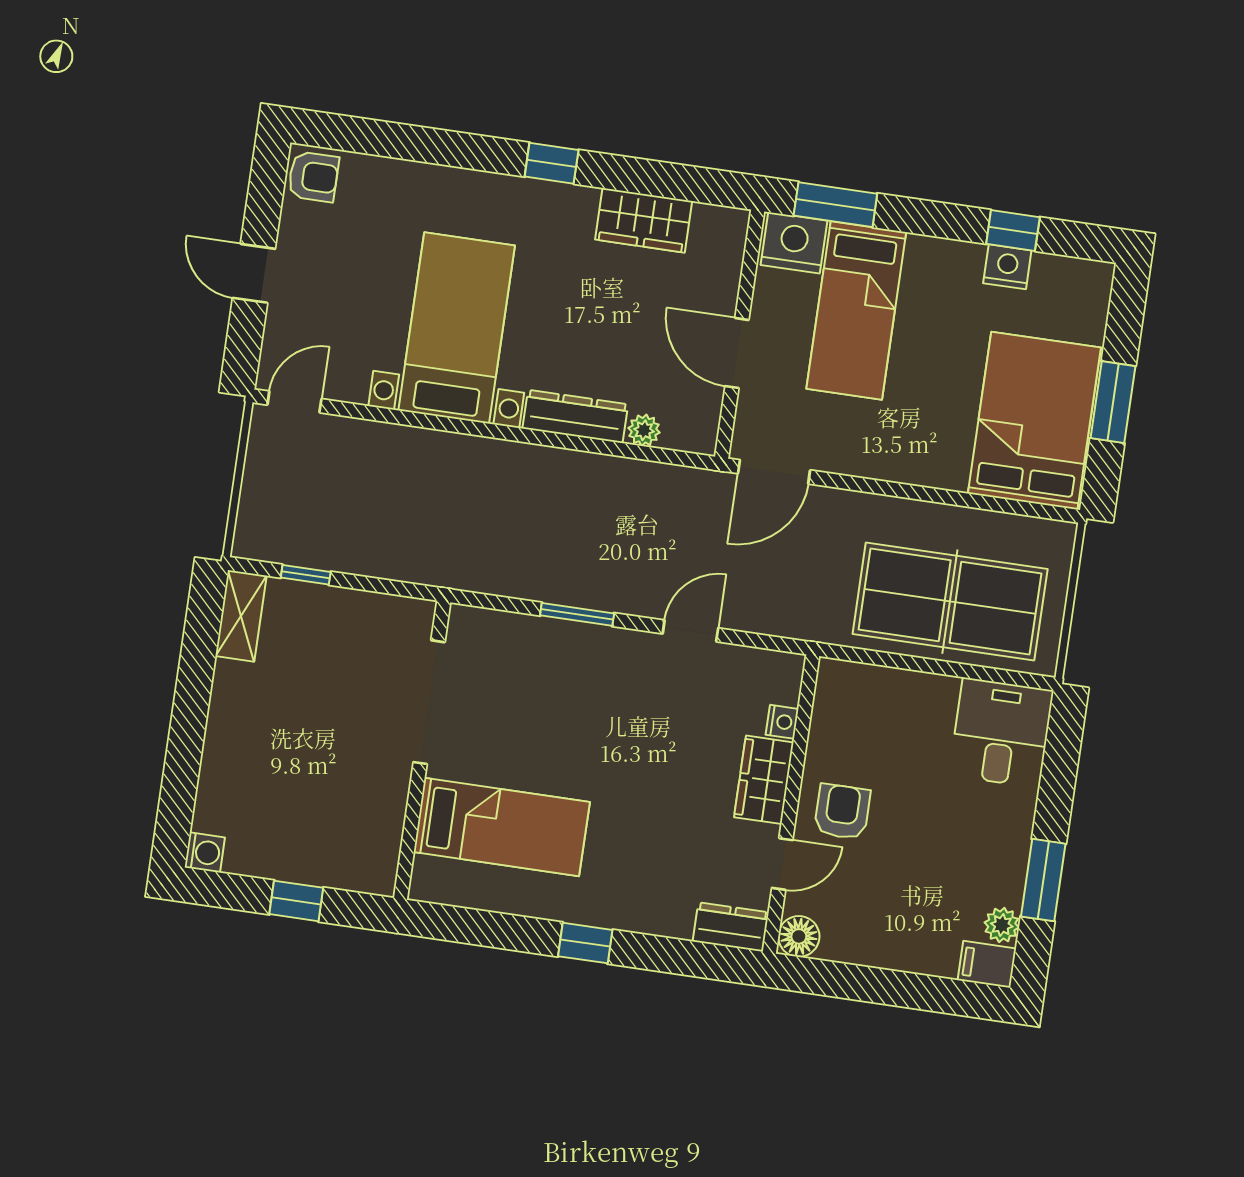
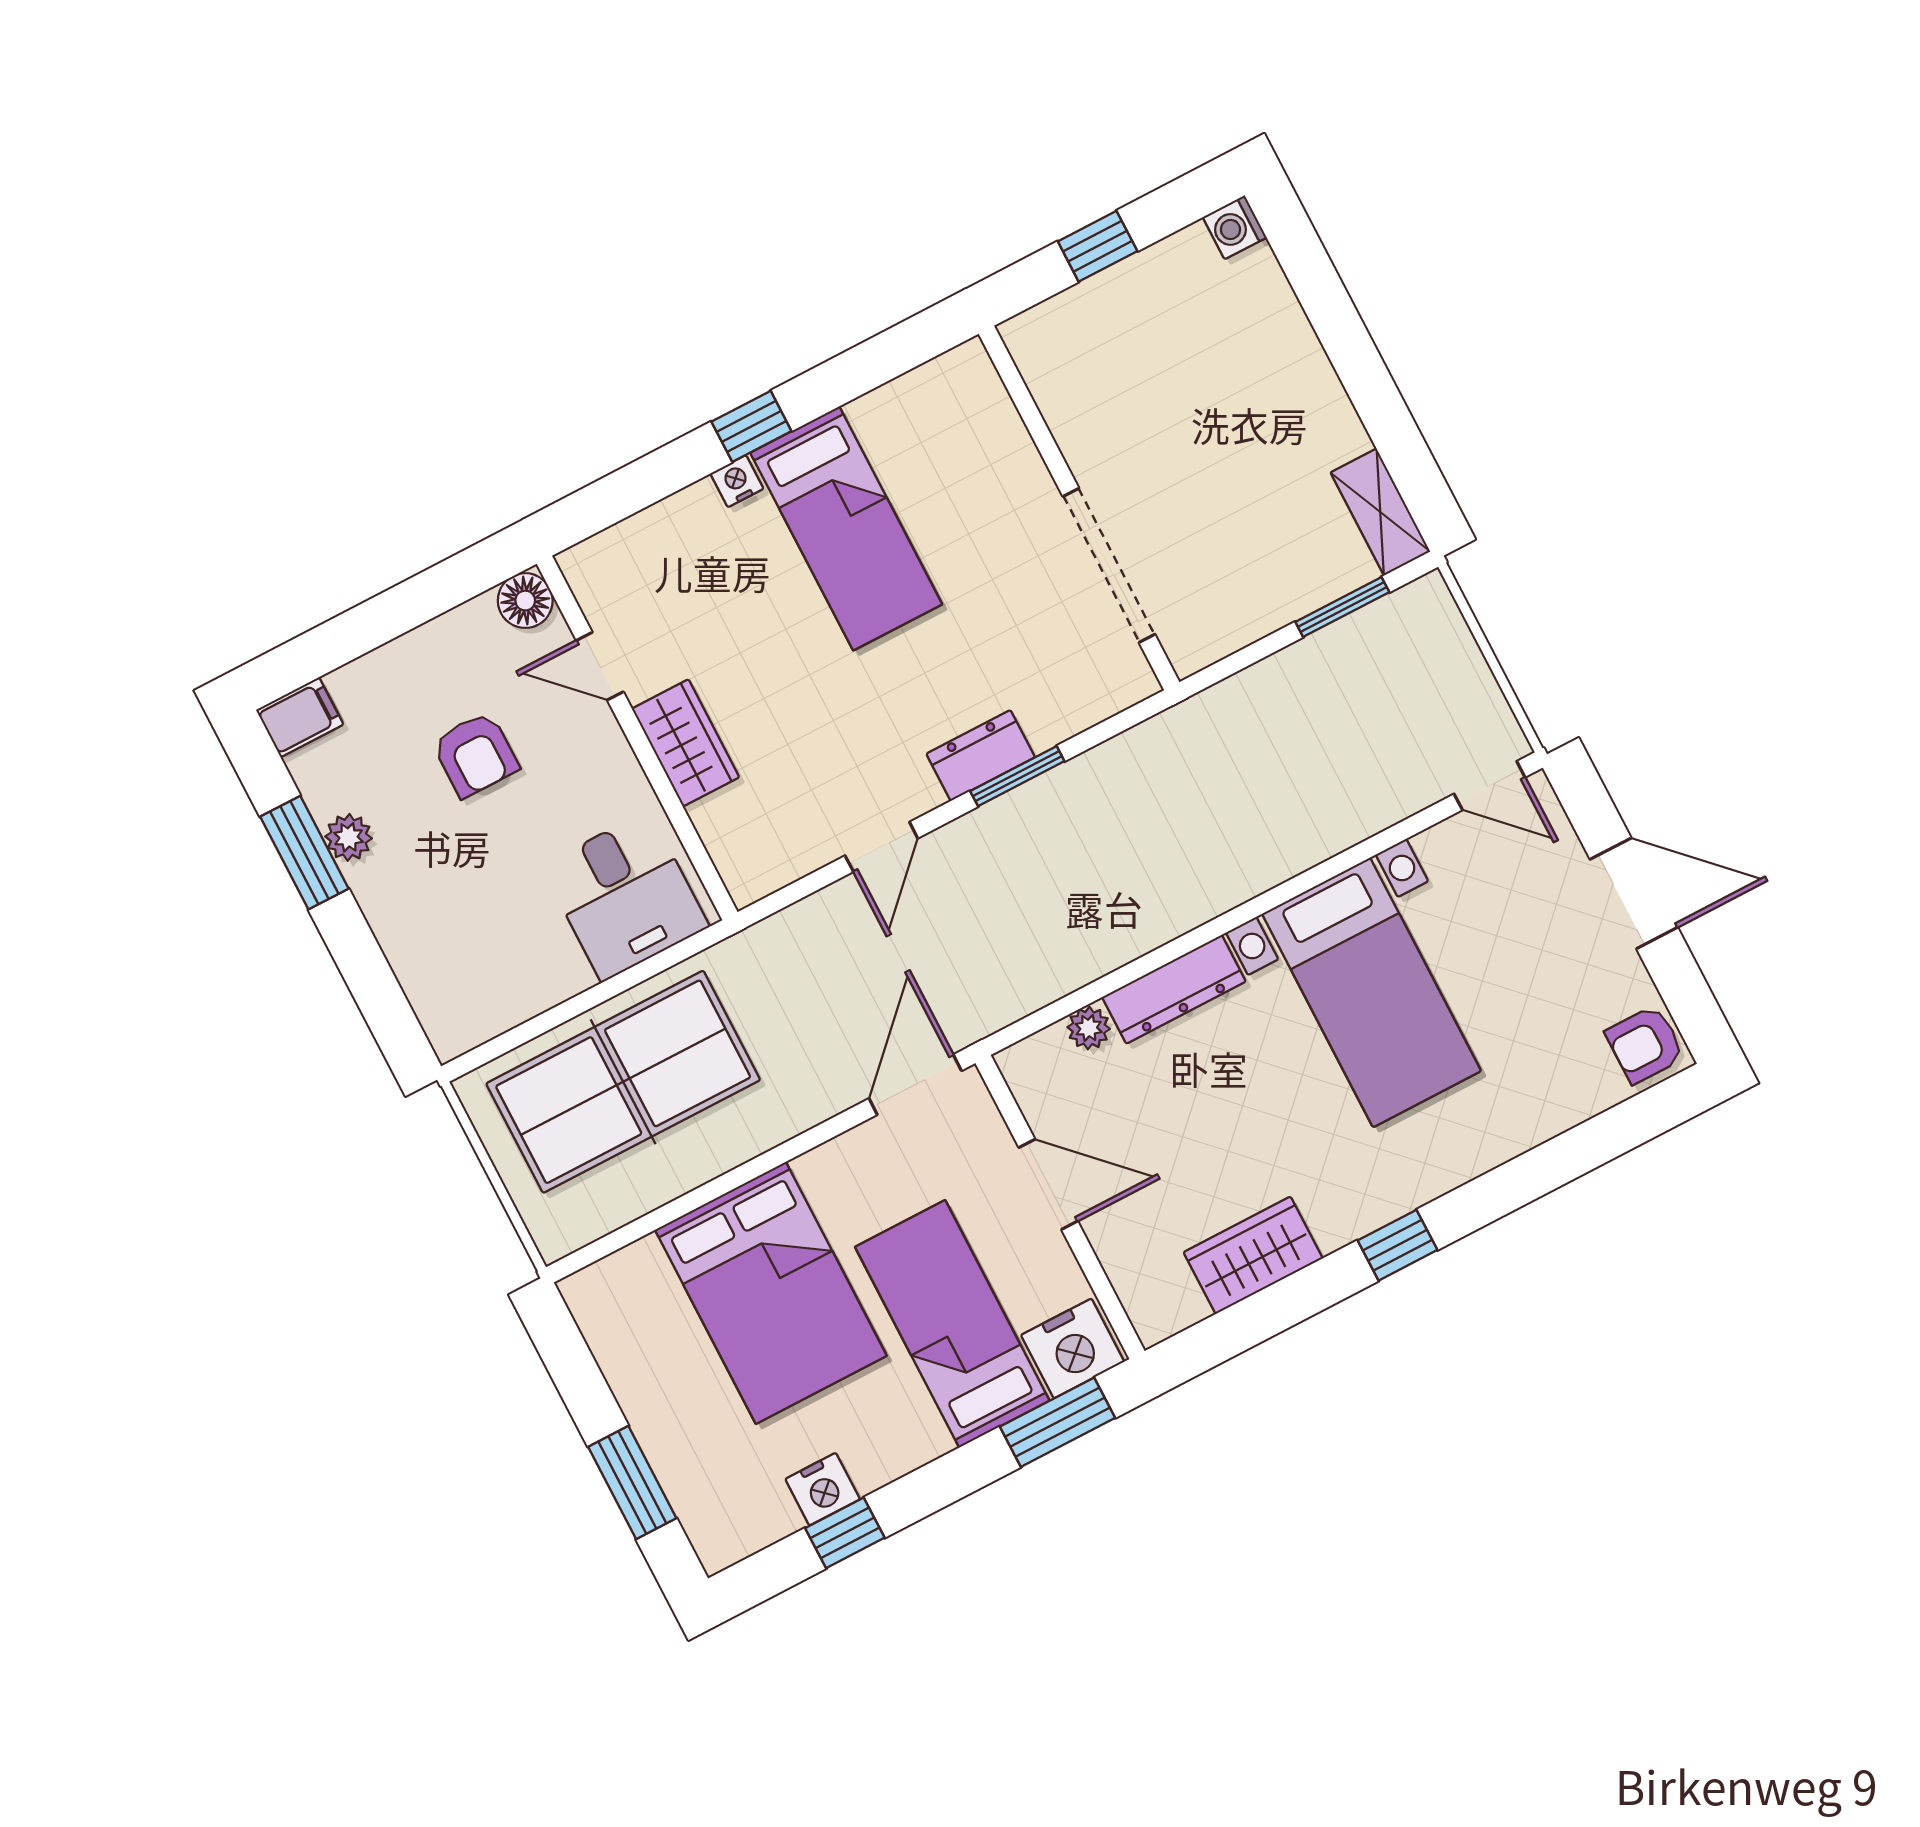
door: (254, 273) -> (1634, 893), width x1.38
door: (294, 402) -> (1490, 786), hinge flipped
window: (1113, 402) -> (632, 1483), moved
bed: (1034, 421) -> (771, 1293), moved
window: (306, 575) -> (1342, 607), width x1.50
nightstand: (782, 722) -> (737, 481), moved, turned 90
desk: (1001, 733) -> (625, 896), moved
armchair: (842, 812) -> (475, 755), moved
bed: (502, 827) -> (846, 528), moved, turned -90
door: (782, 864) -> (600, 666), hinge flipped
plant: (1002, 925) -> (349, 837), moved
dresser: (731, 927) -> (981, 756), moved, turned 180

